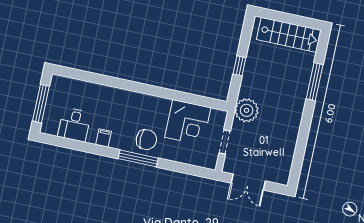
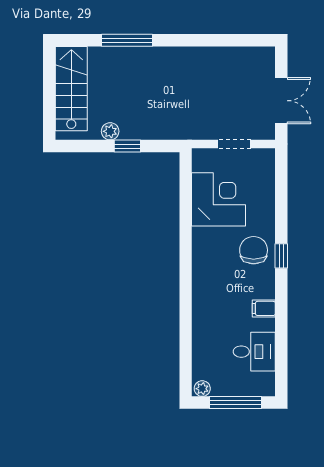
plant: (56, 82) -> (202, 389), added
plant: (247, 110) -> (110, 131), moved, width x0.53, depth x0.53
window: (138, 158) -> (281, 256), width x0.46

